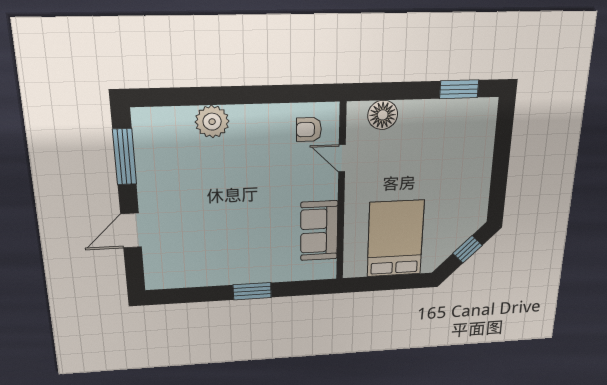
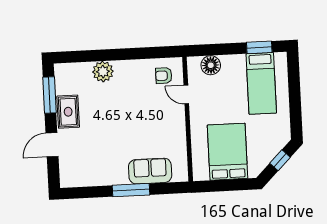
bed: (455, 143) -> (261, 83), added
rug: (156, 182) -> (68, 112), added
sofa: (319, 231) -> (150, 171), moved, turned 90
window: (252, 291) -> (131, 190), width x1.44

